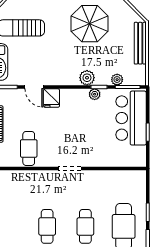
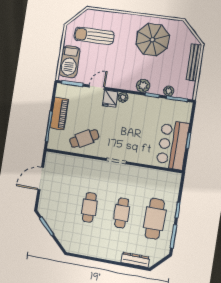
door: (34, 87) -> (97, 87), swing flipped
plant: (95, 94) -> (123, 97), moved
bar counter: (131, 118) -> (173, 145), moved
cafe table: (29, 148) -> (84, 139), turned 61

